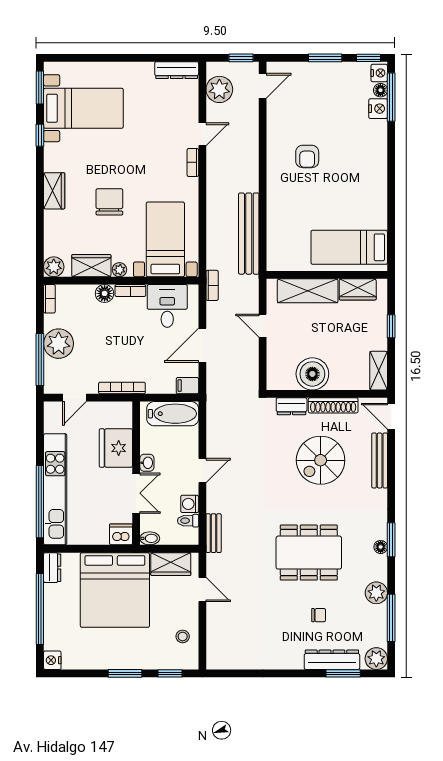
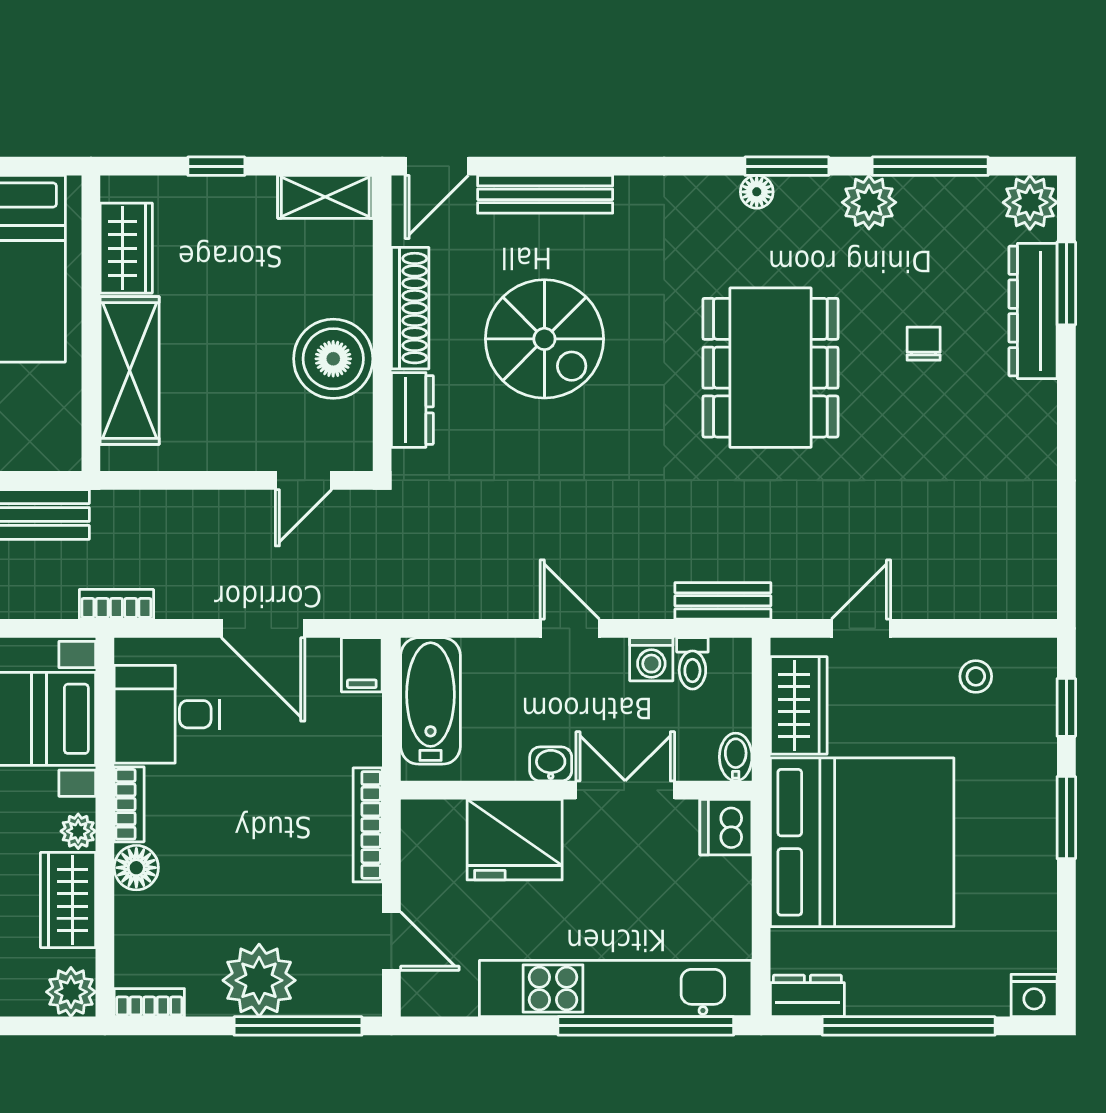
door: (263, 326) -> (303, 480), moved
window: (391, 540) -> (787, 166), moved

